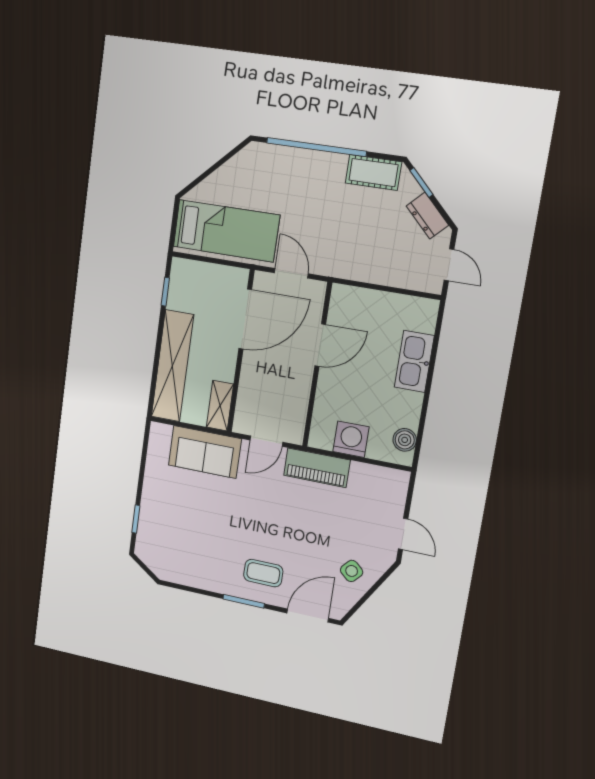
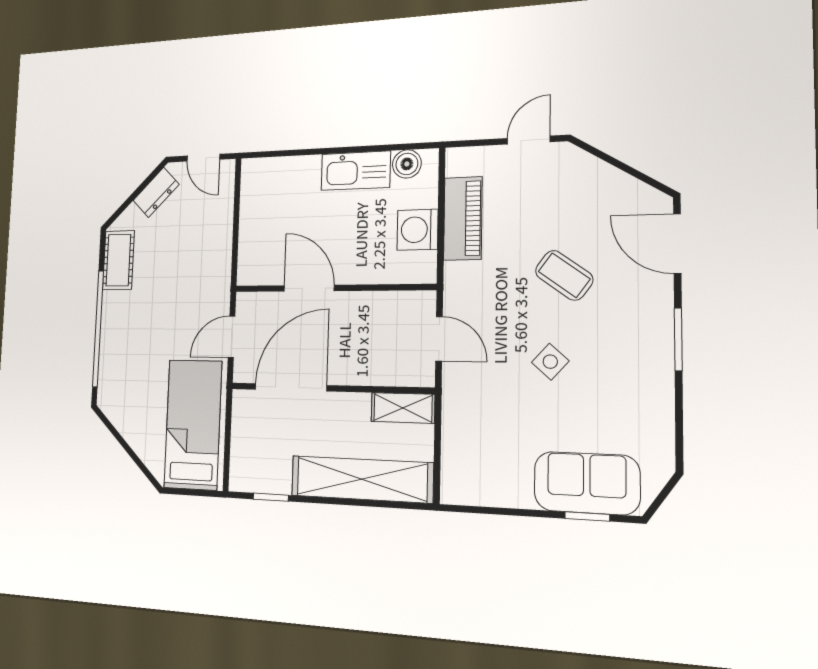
window: (421, 182) -> (124, 206), removed
door: (449, 265) -> (203, 158), swing flipped
door: (245, 319) -> (291, 387), hinge flipped
kitchen sink: (414, 361) -> (356, 171), moved
sofa: (205, 452) -> (587, 483), moved, turned -90
piano: (317, 468) -> (463, 218), moved
side table: (352, 571) -> (550, 362), moved
coffee table: (263, 573) -> (564, 275), moved, turned -54

